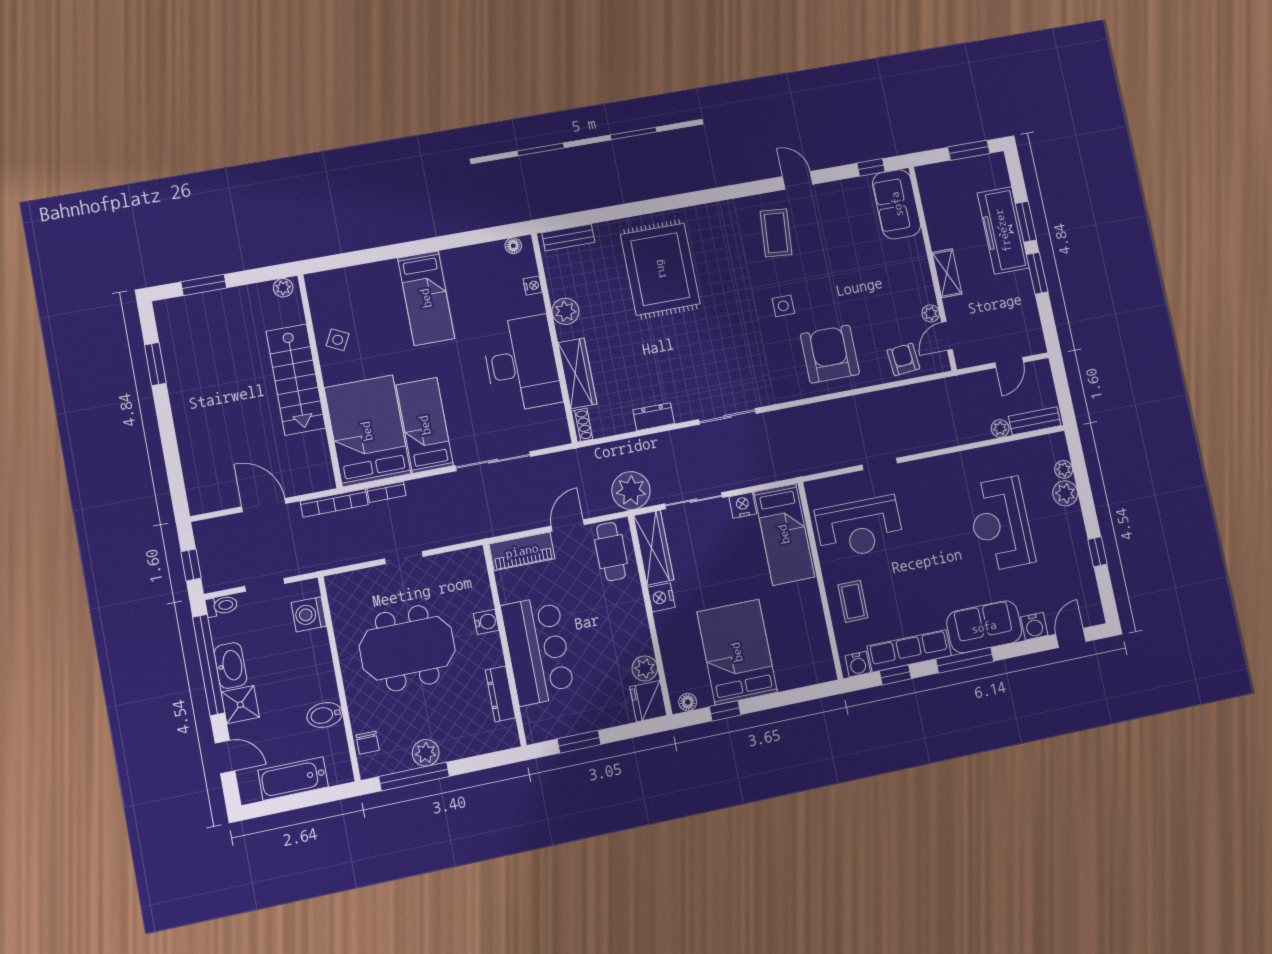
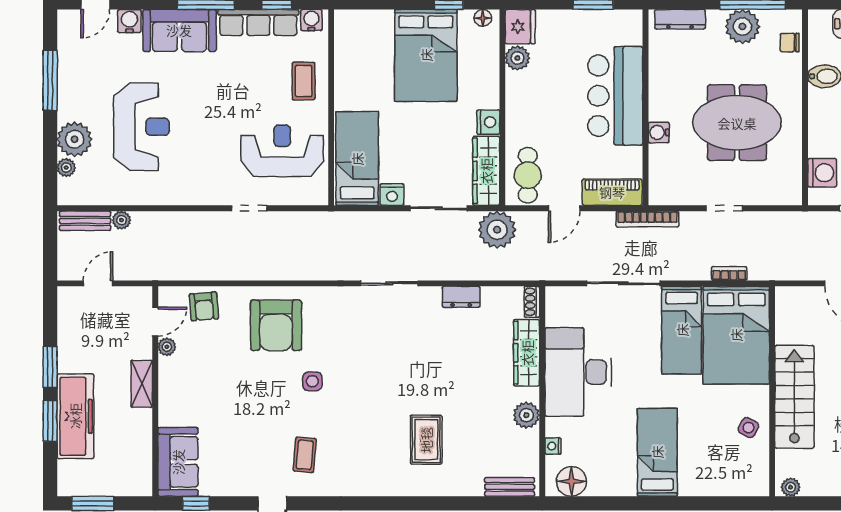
coffee table: (776, 233) -> (305, 455), width x0.73, depth x0.77
floor lamp: (513, 246) -> (571, 481), width x1.89, depth x1.89
rug: (660, 269) -> (426, 440), width x0.54, depth x0.49
plant: (1065, 493) -> (75, 139), width x1.36, depth x1.36
bookcase: (334, 503) -> (647, 219), moved, turned 180
window: (1097, 552) -> (50, 80), width x2.17
dresser: (500, 694) -> (680, 19), moved, turned 90
chair: (368, 743) -> (790, 43), turned -90
plant: (426, 753) -> (742, 27), width x1.36, depth x1.36

